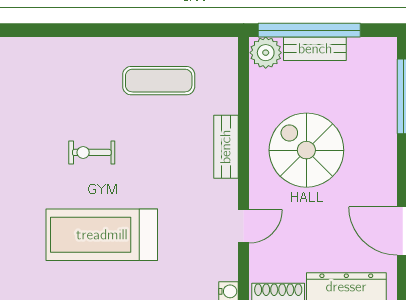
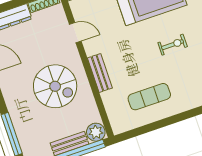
door: (244, 226) -> (75, 33), swing flipped

